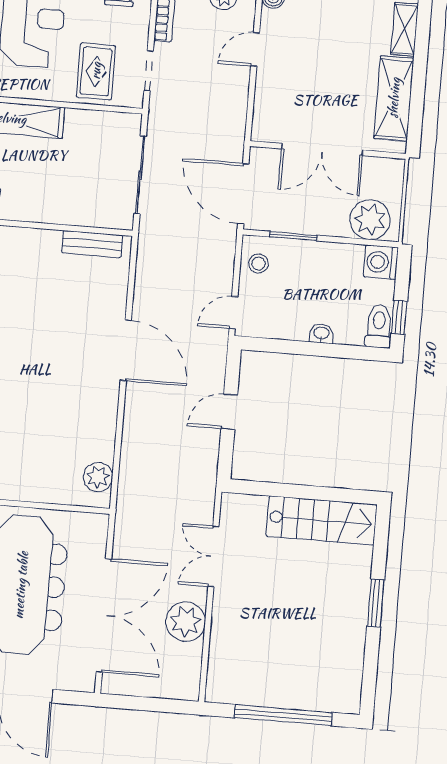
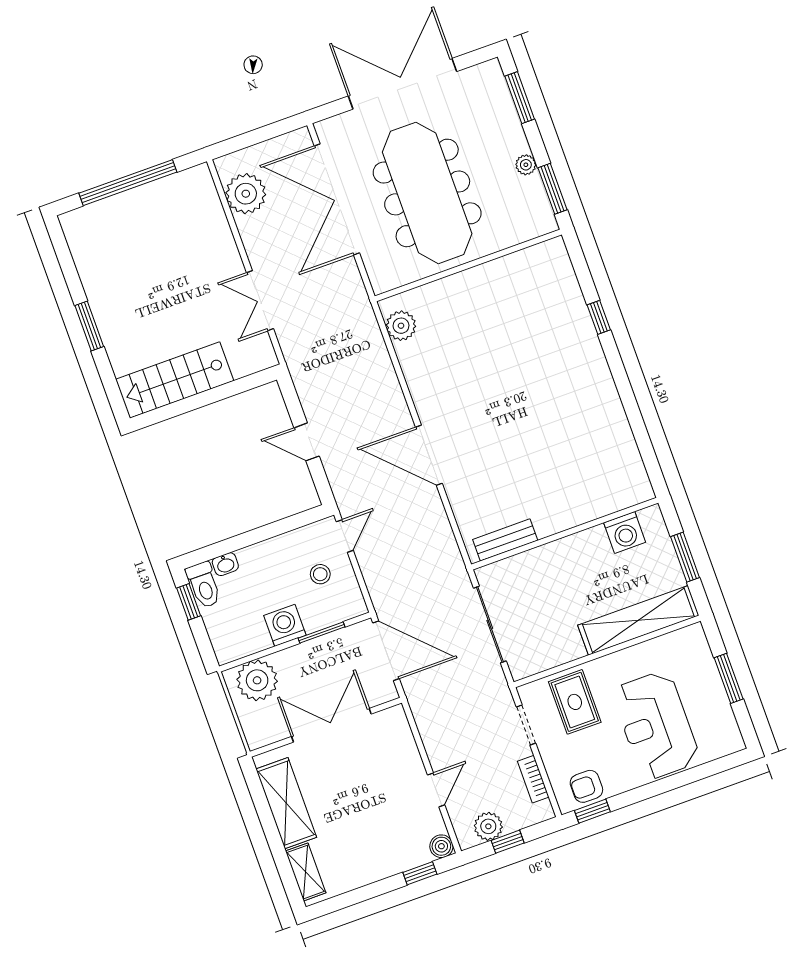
washing machine: (381, 262) -> (285, 625), moved, turned -90
stool: (258, 263) -> (320, 574), moved
washbasin: (321, 333) -> (225, 564), moved
door: (229, 412) -> (307, 442), swing flipped
double door: (213, 556) -> (260, 301), swing flipped
plant: (186, 622) -> (246, 194), moved

